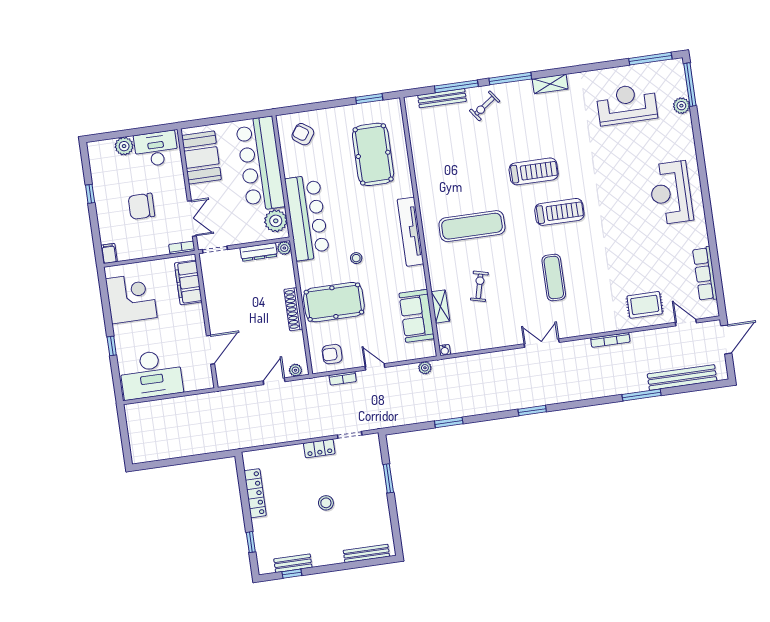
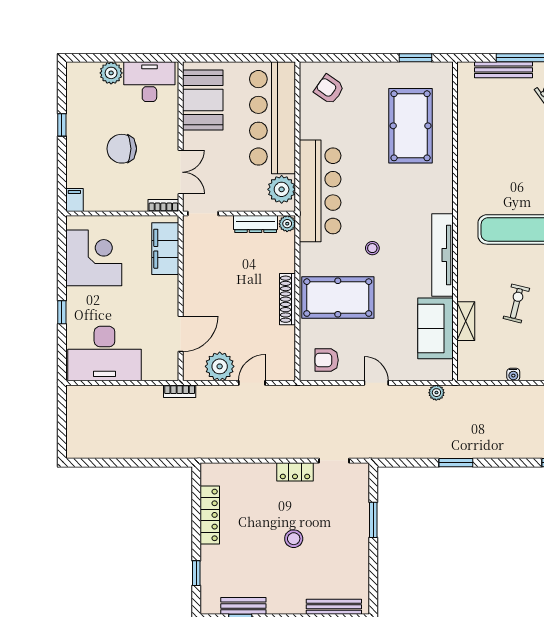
tv unit: (411, 232) -> (442, 255), moved
water cooler: (445, 350) -> (513, 375), moved
plant: (295, 370) -> (220, 366), moved, width x1.88, depth x1.88
bookcase: (343, 378) -> (180, 391), moved

